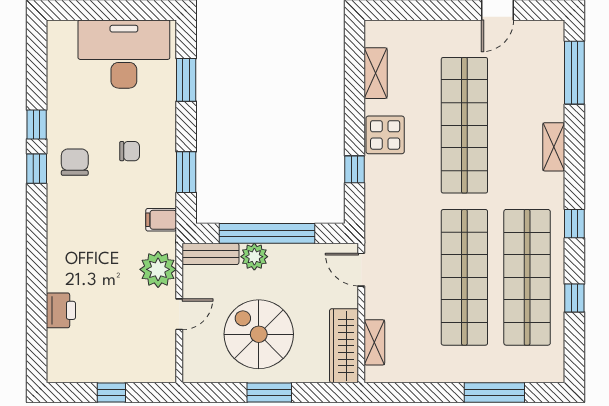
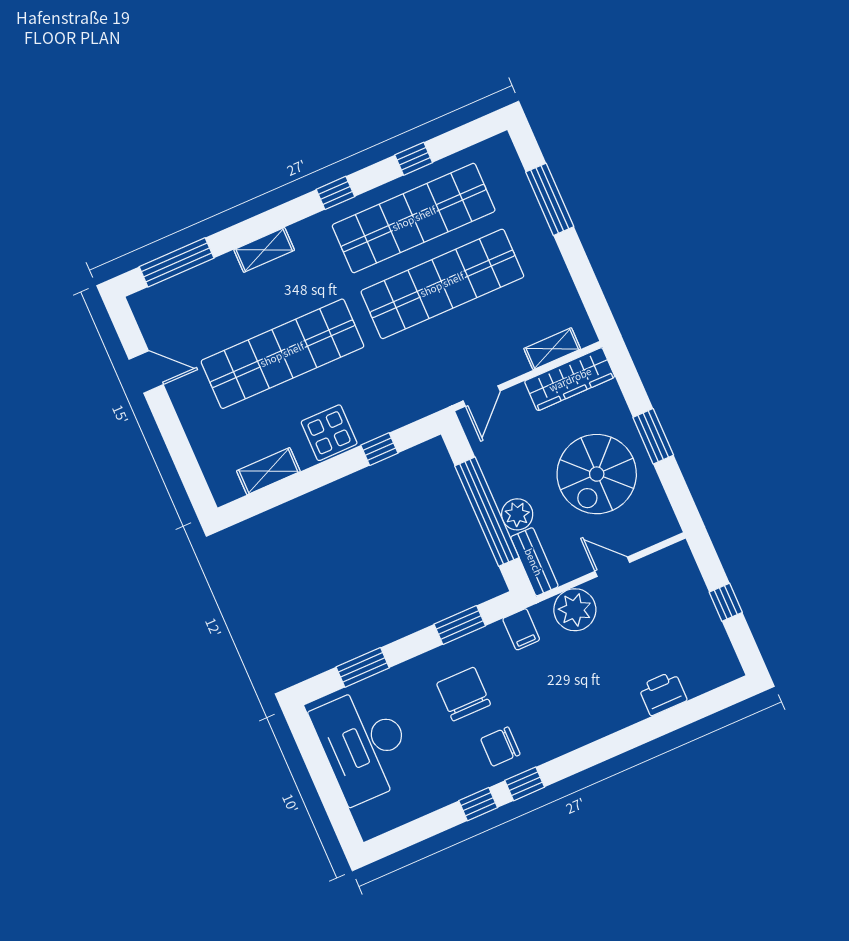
chair: (130, 151) -> (464, 694), width x1.87, depth x1.87

